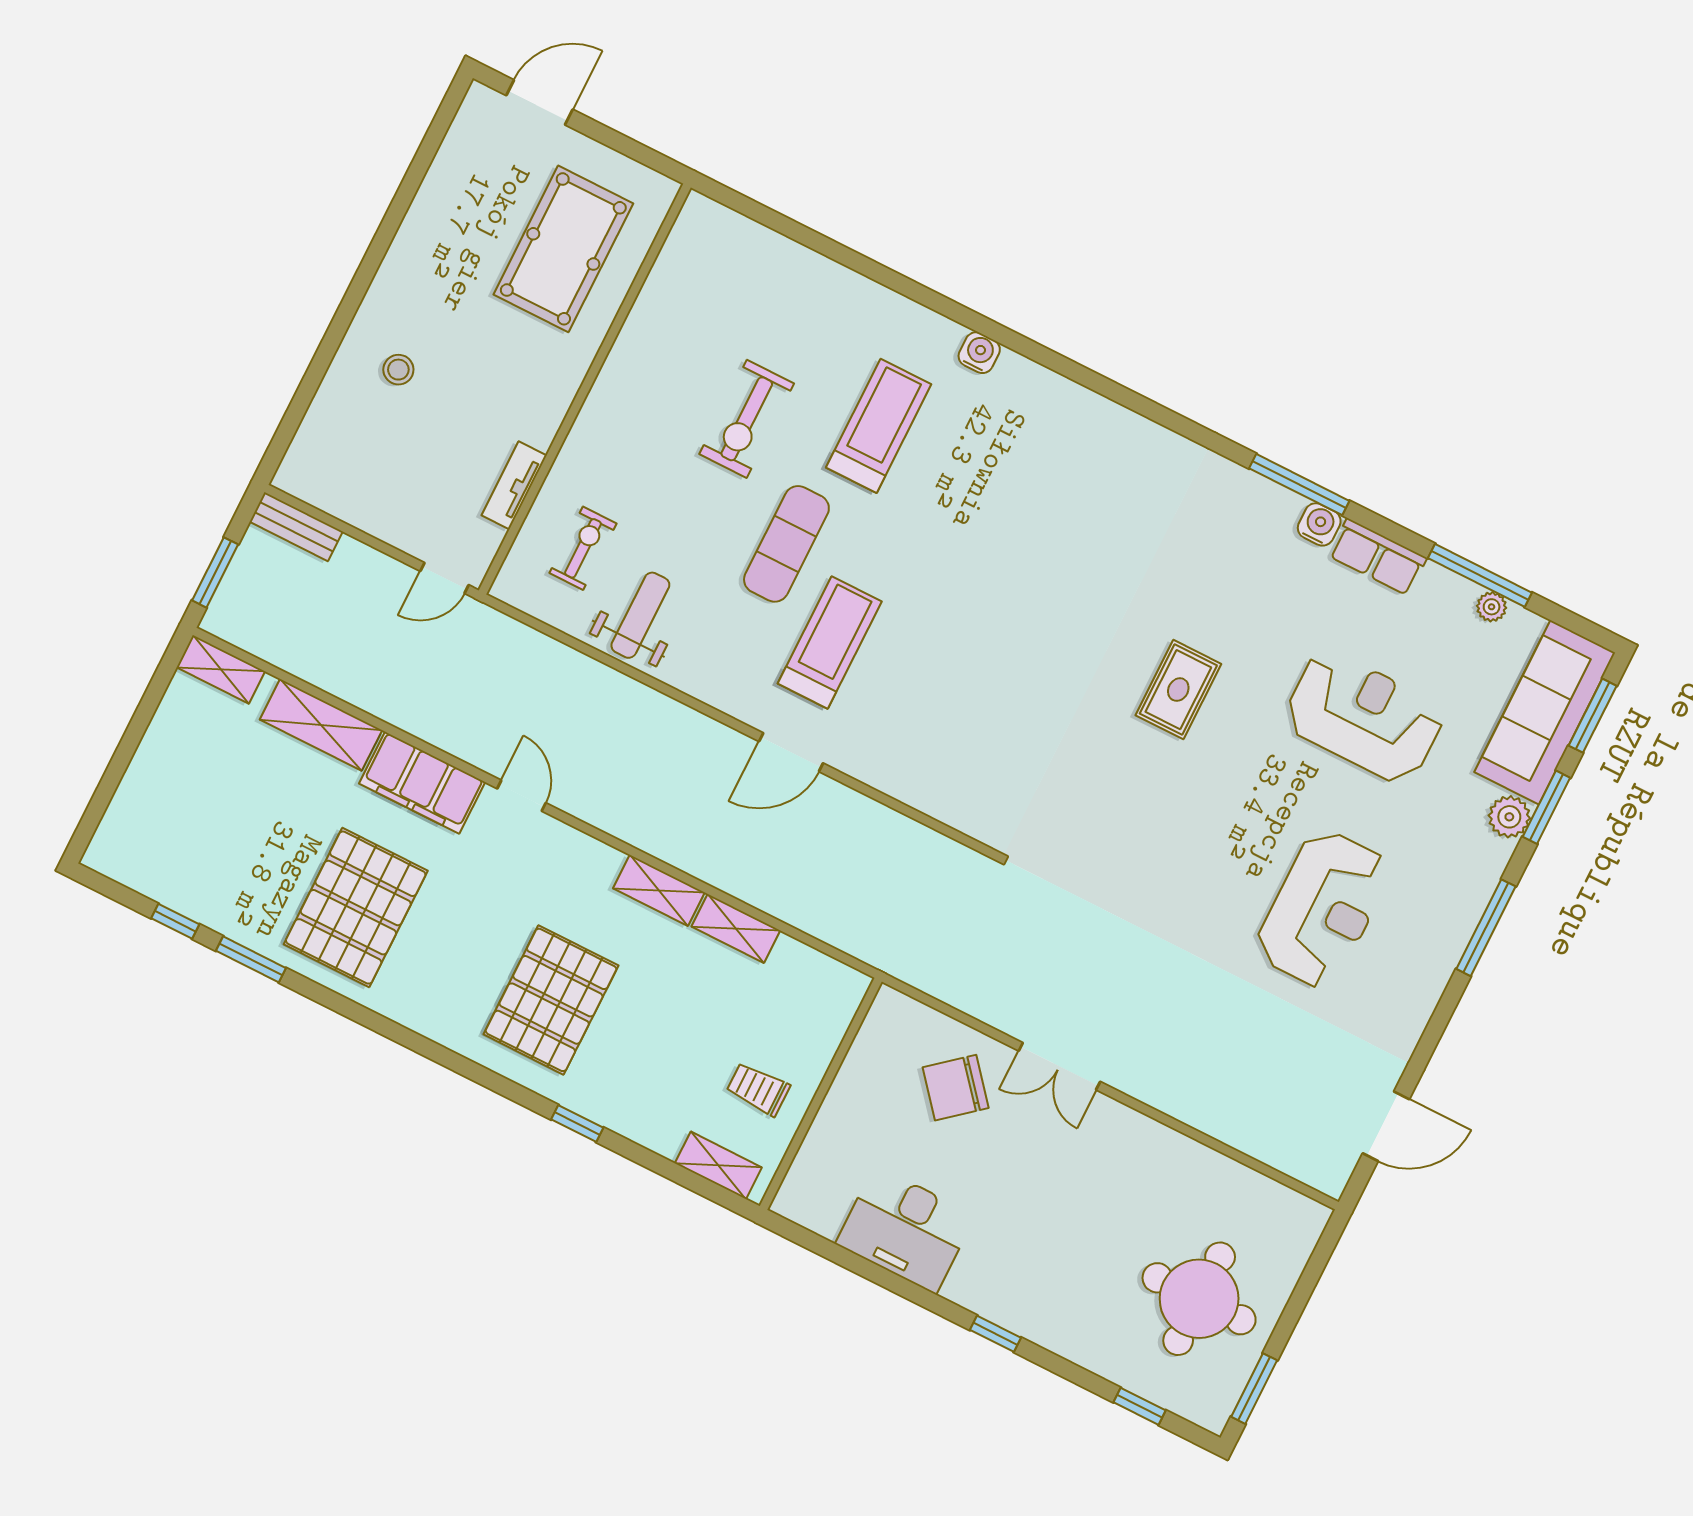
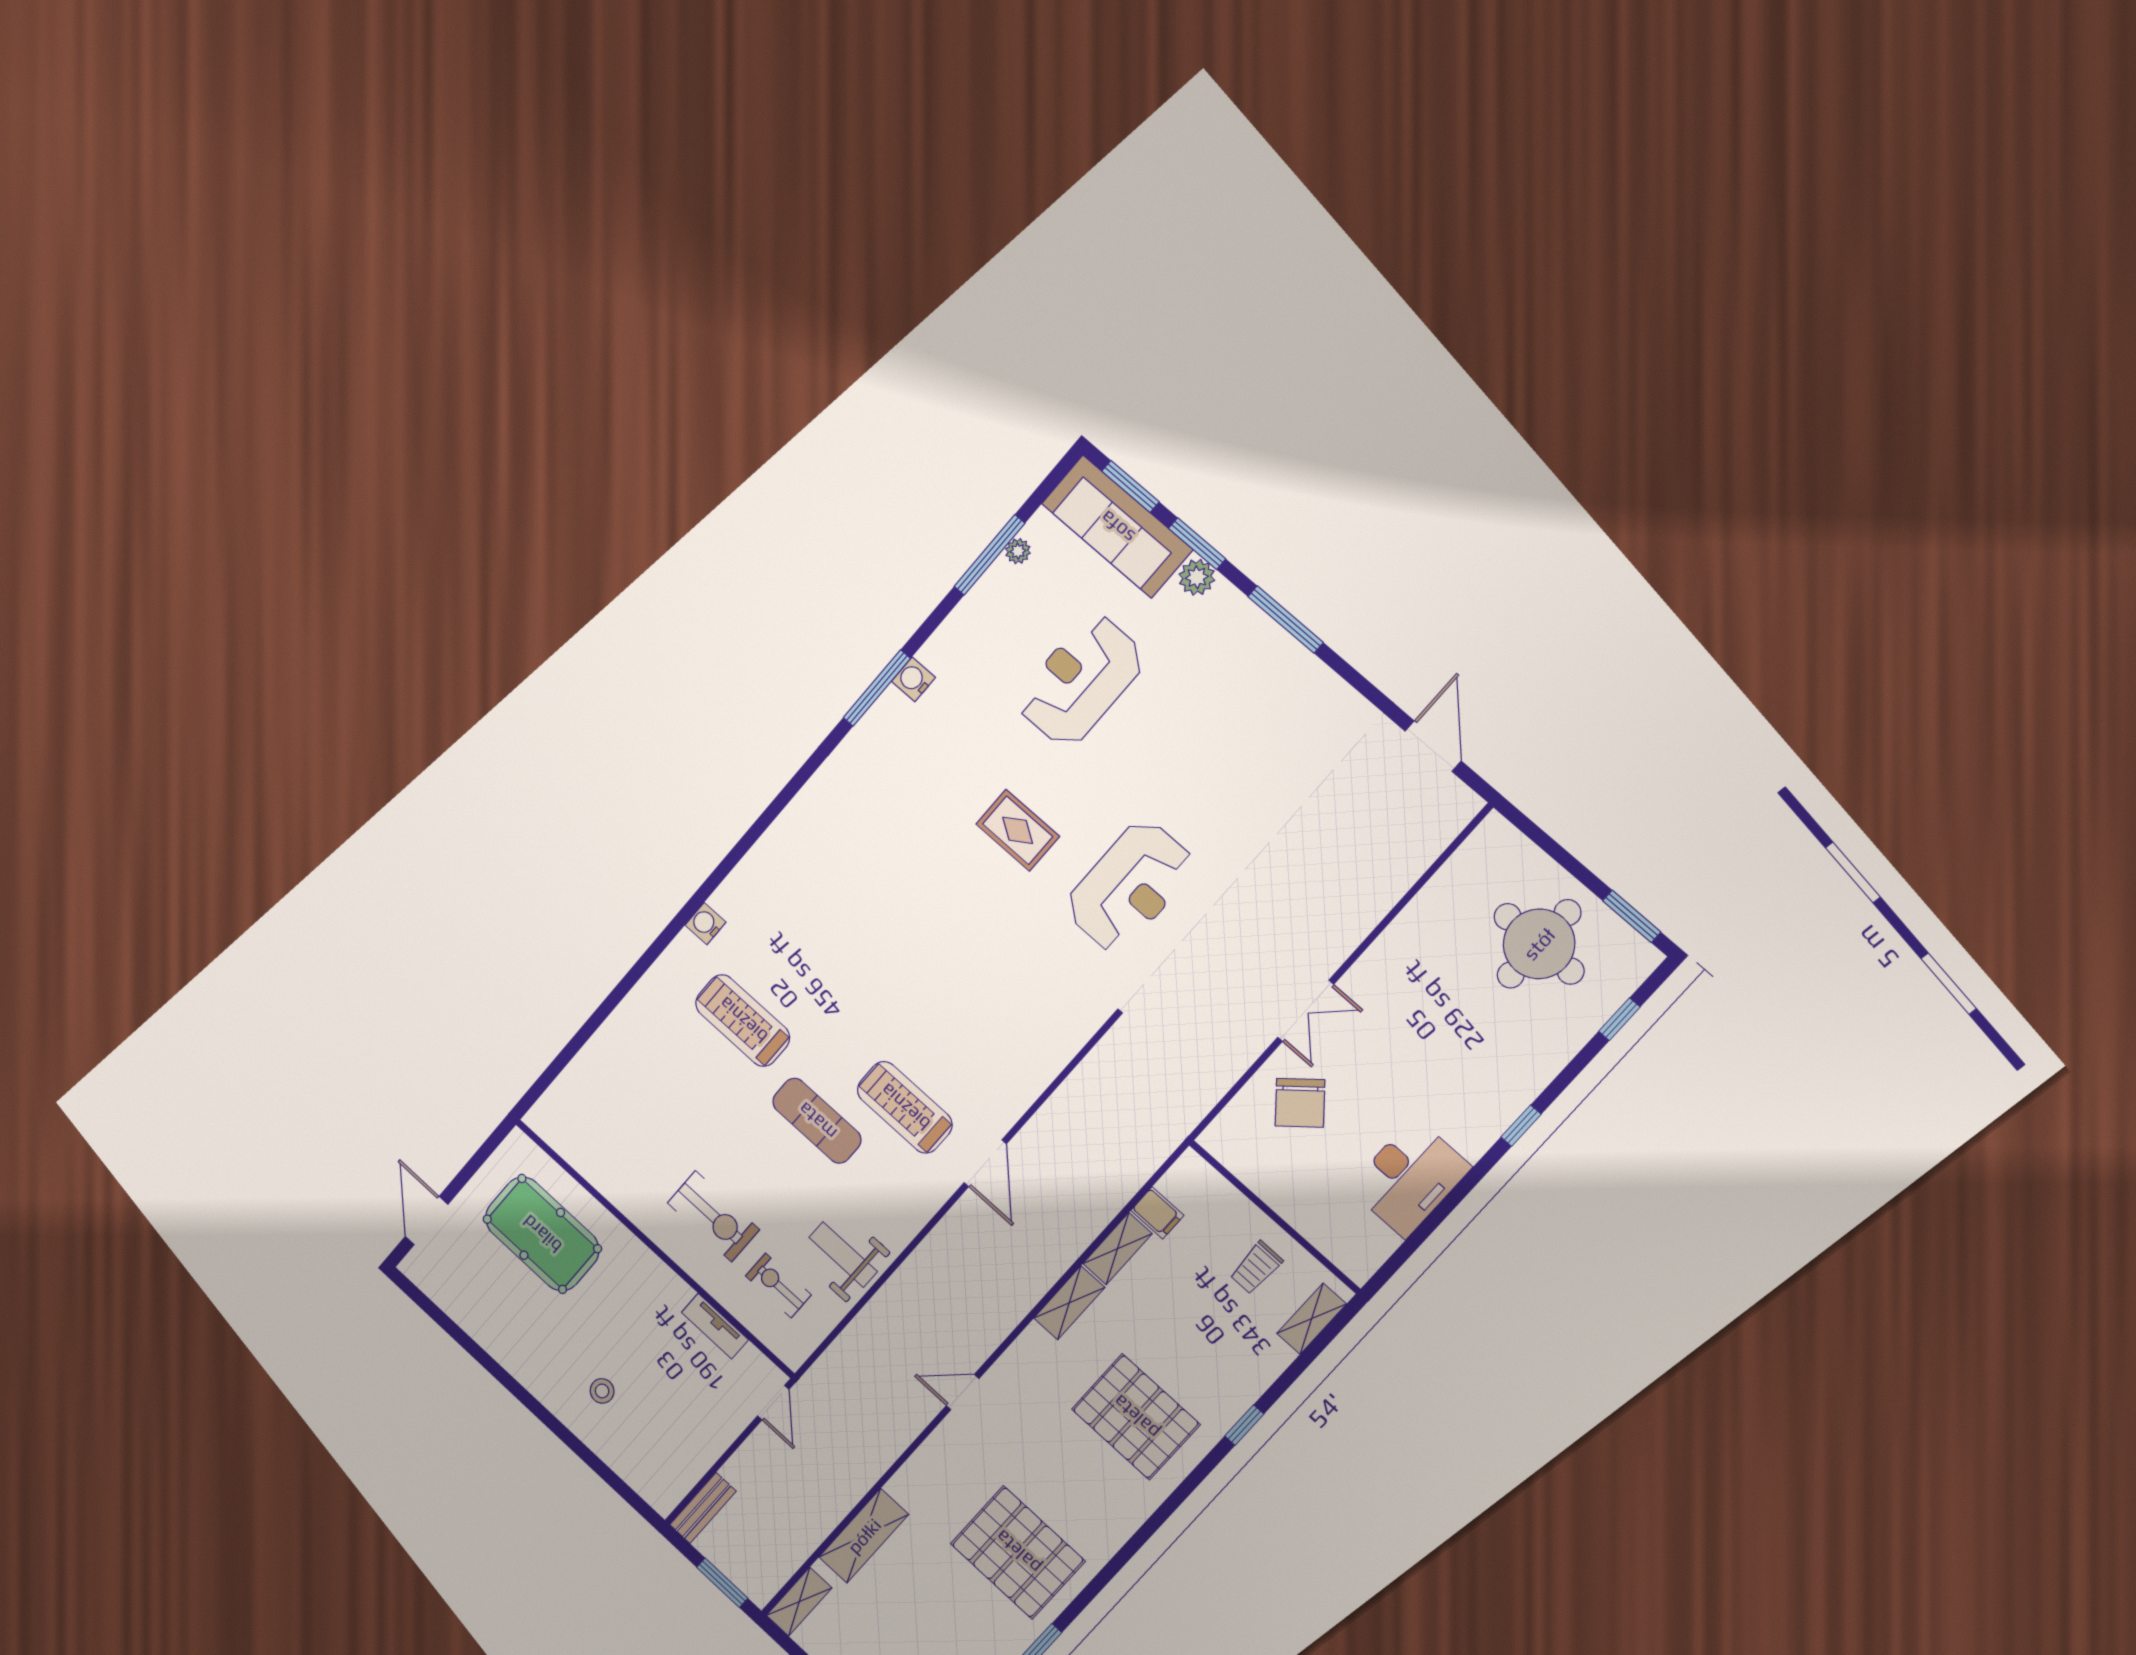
exercise bike: (747, 419) -> (714, 1216), moved
row of seats: (1378, 557) -> (952, 637), removed
filing cabinet: (422, 783) -> (1157, 1213), moved, width x0.33, depth x0.86
reception desk: (1323, 909) -> (1130, 886), moved, turned 90

